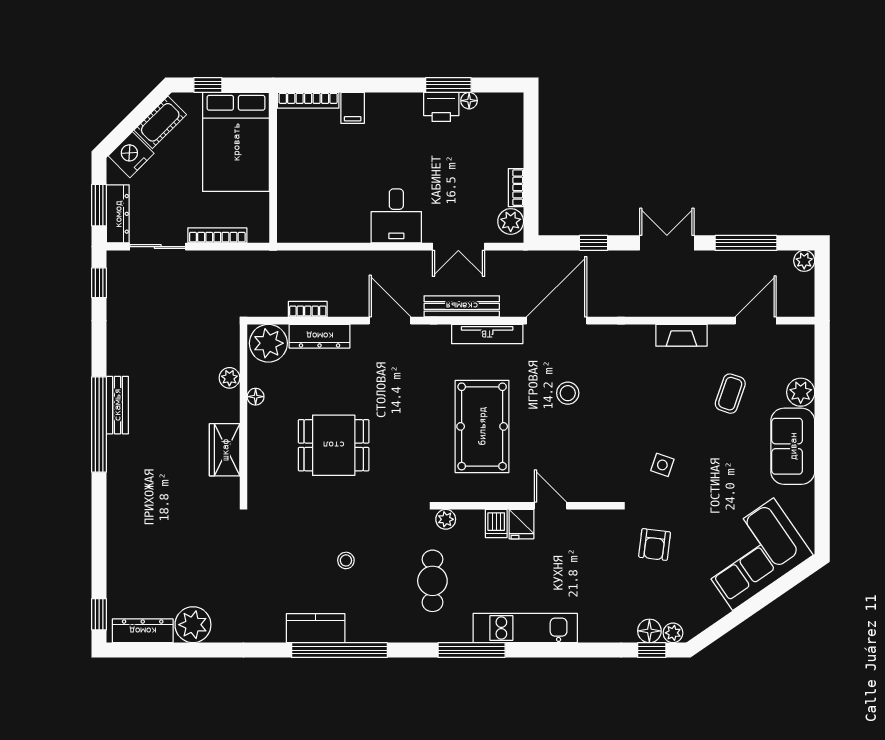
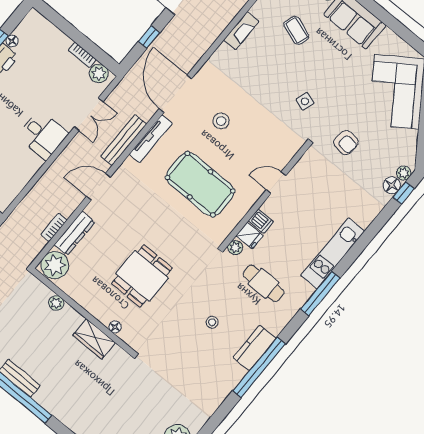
floor lamp: (256, 397) -> (115, 327), moved
fridge: (521, 524) -> (250, 236), moved
kitchen counter: (316, 628) -> (255, 348), moved

